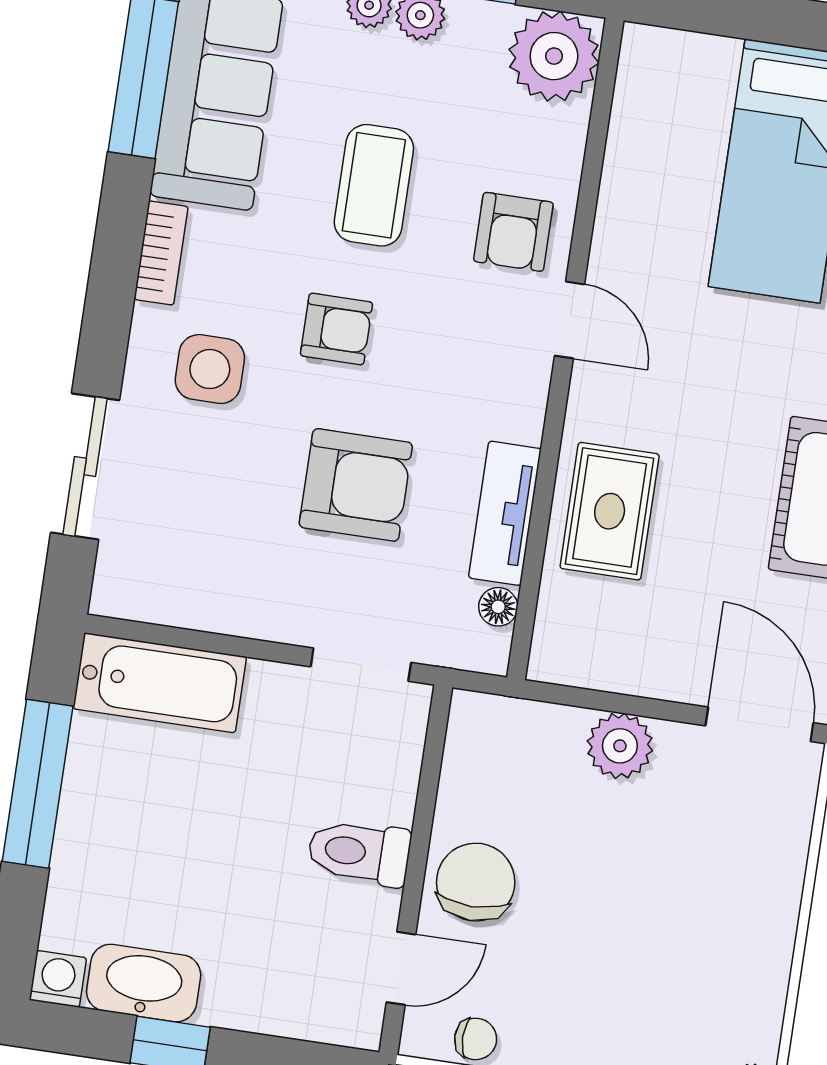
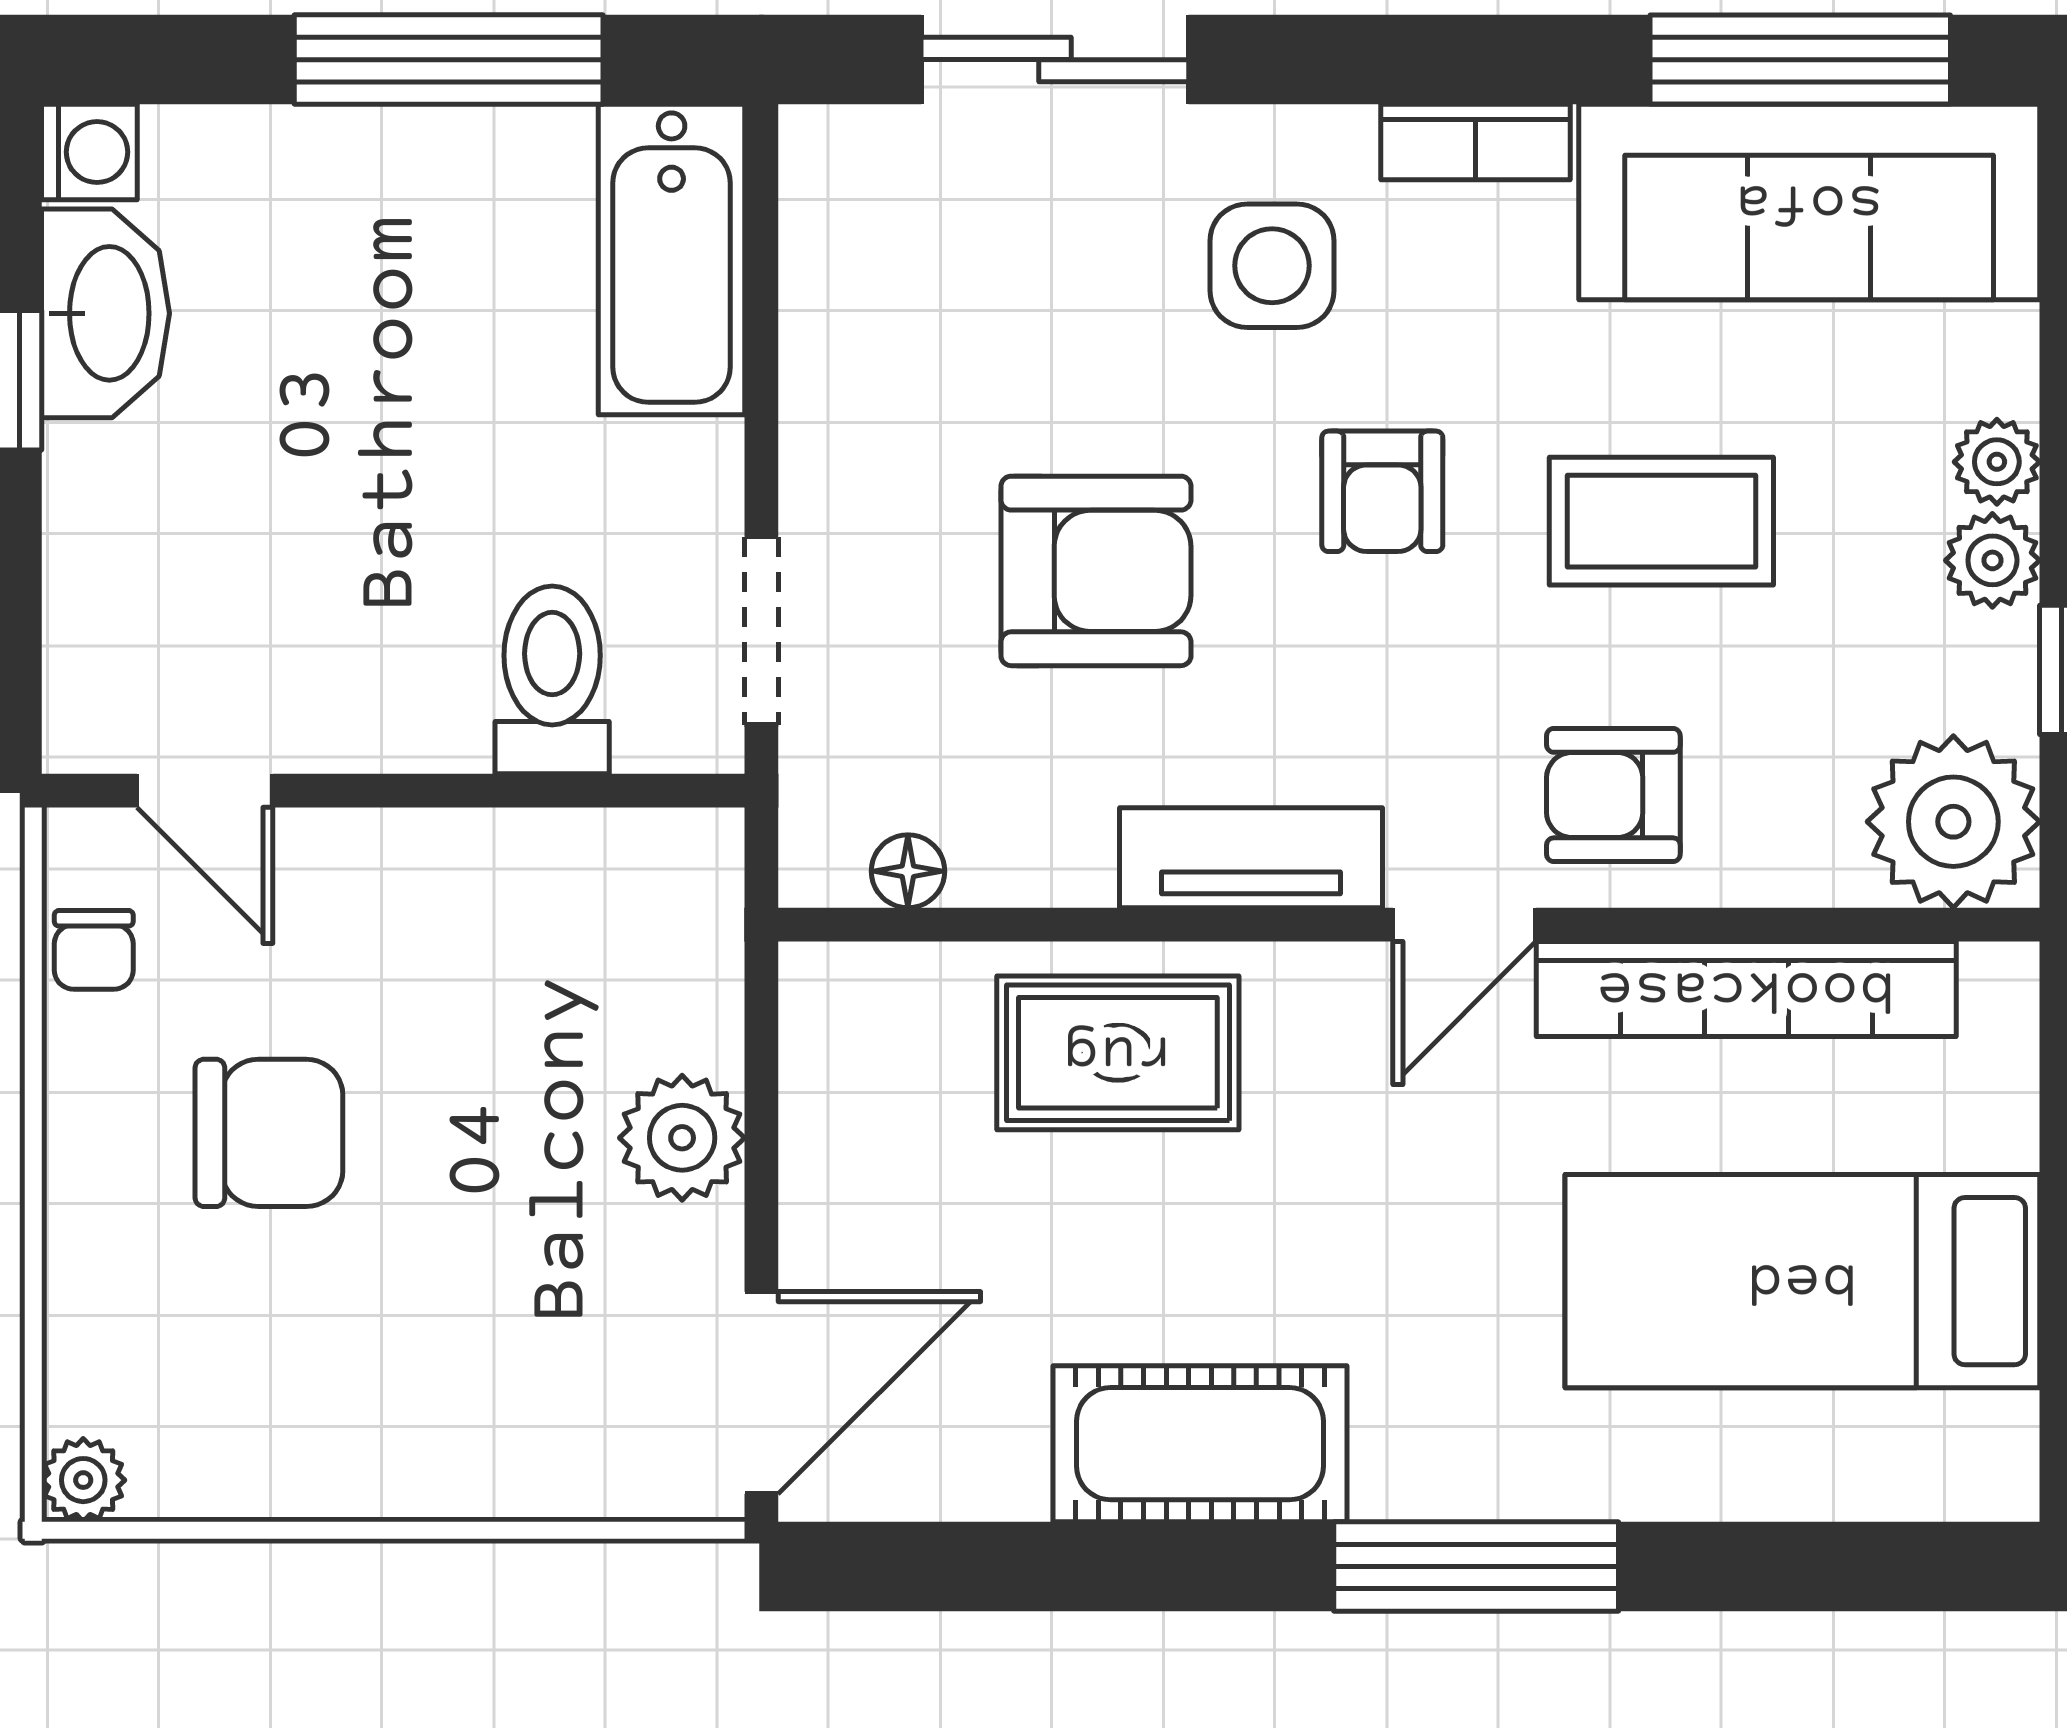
bookcase: (625, 178) -> (1746, 989), added
armchair: (356, 485) -> (1096, 571), turned -90
tv unit: (505, 513) -> (1251, 858), moved
toilet: (359, 852) -> (552, 680), moved
chair: (476, 882) -> (269, 1133), moved

